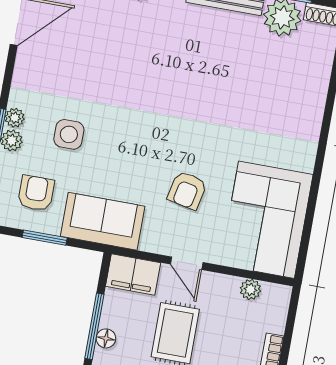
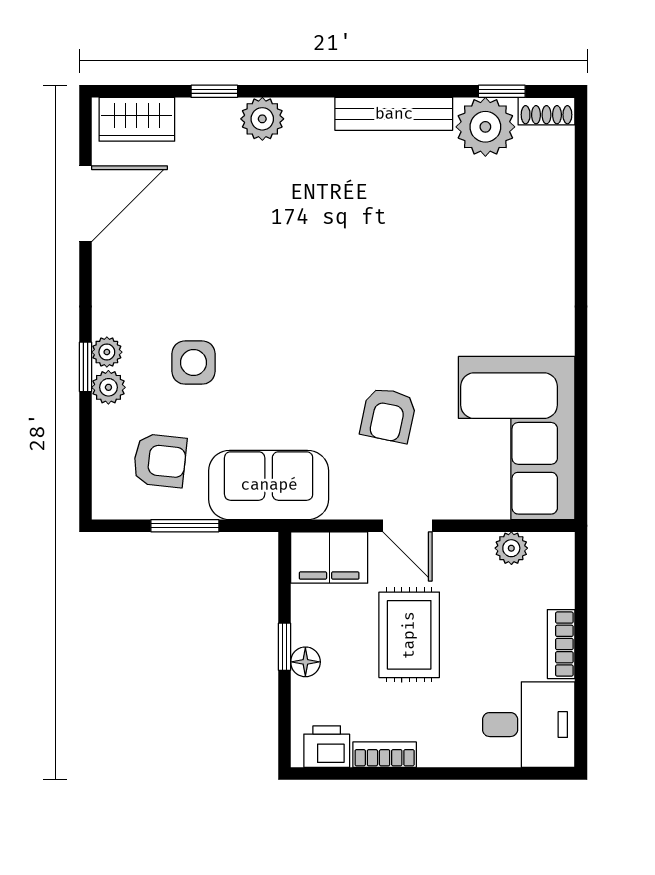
armchair: (36, 193) -> (160, 461), turned 96
window: (94, 326) -> (285, 647), width x0.46

